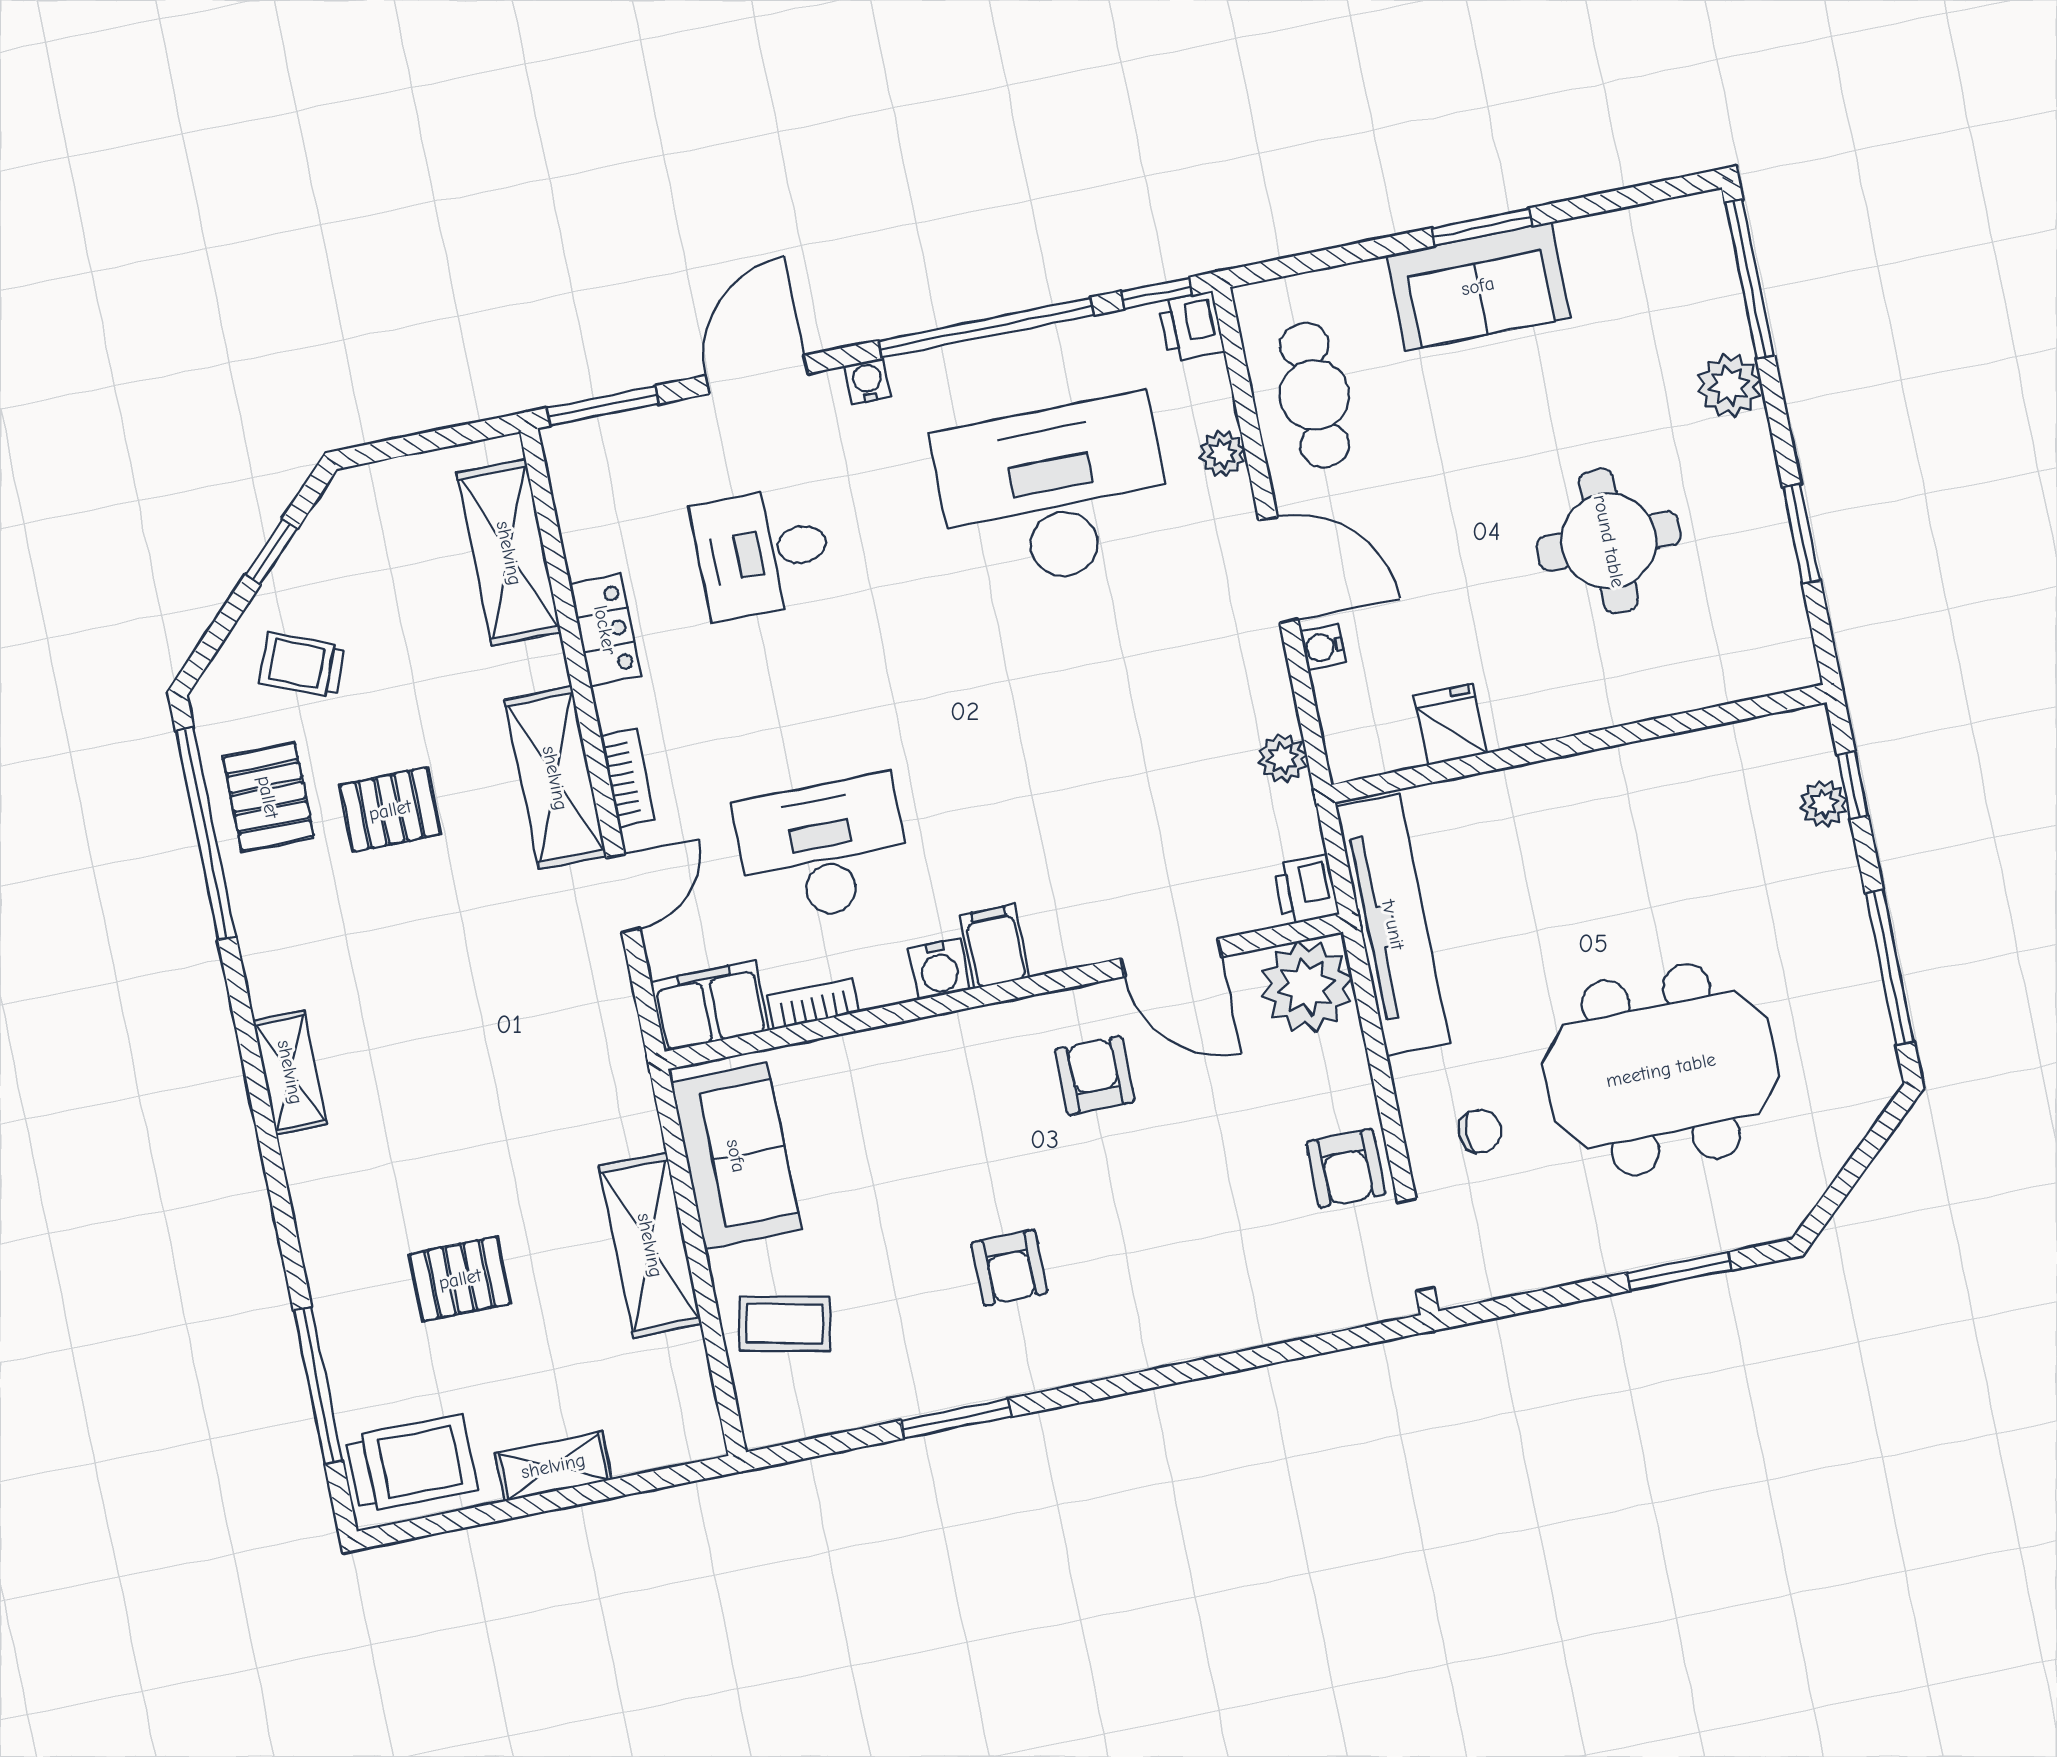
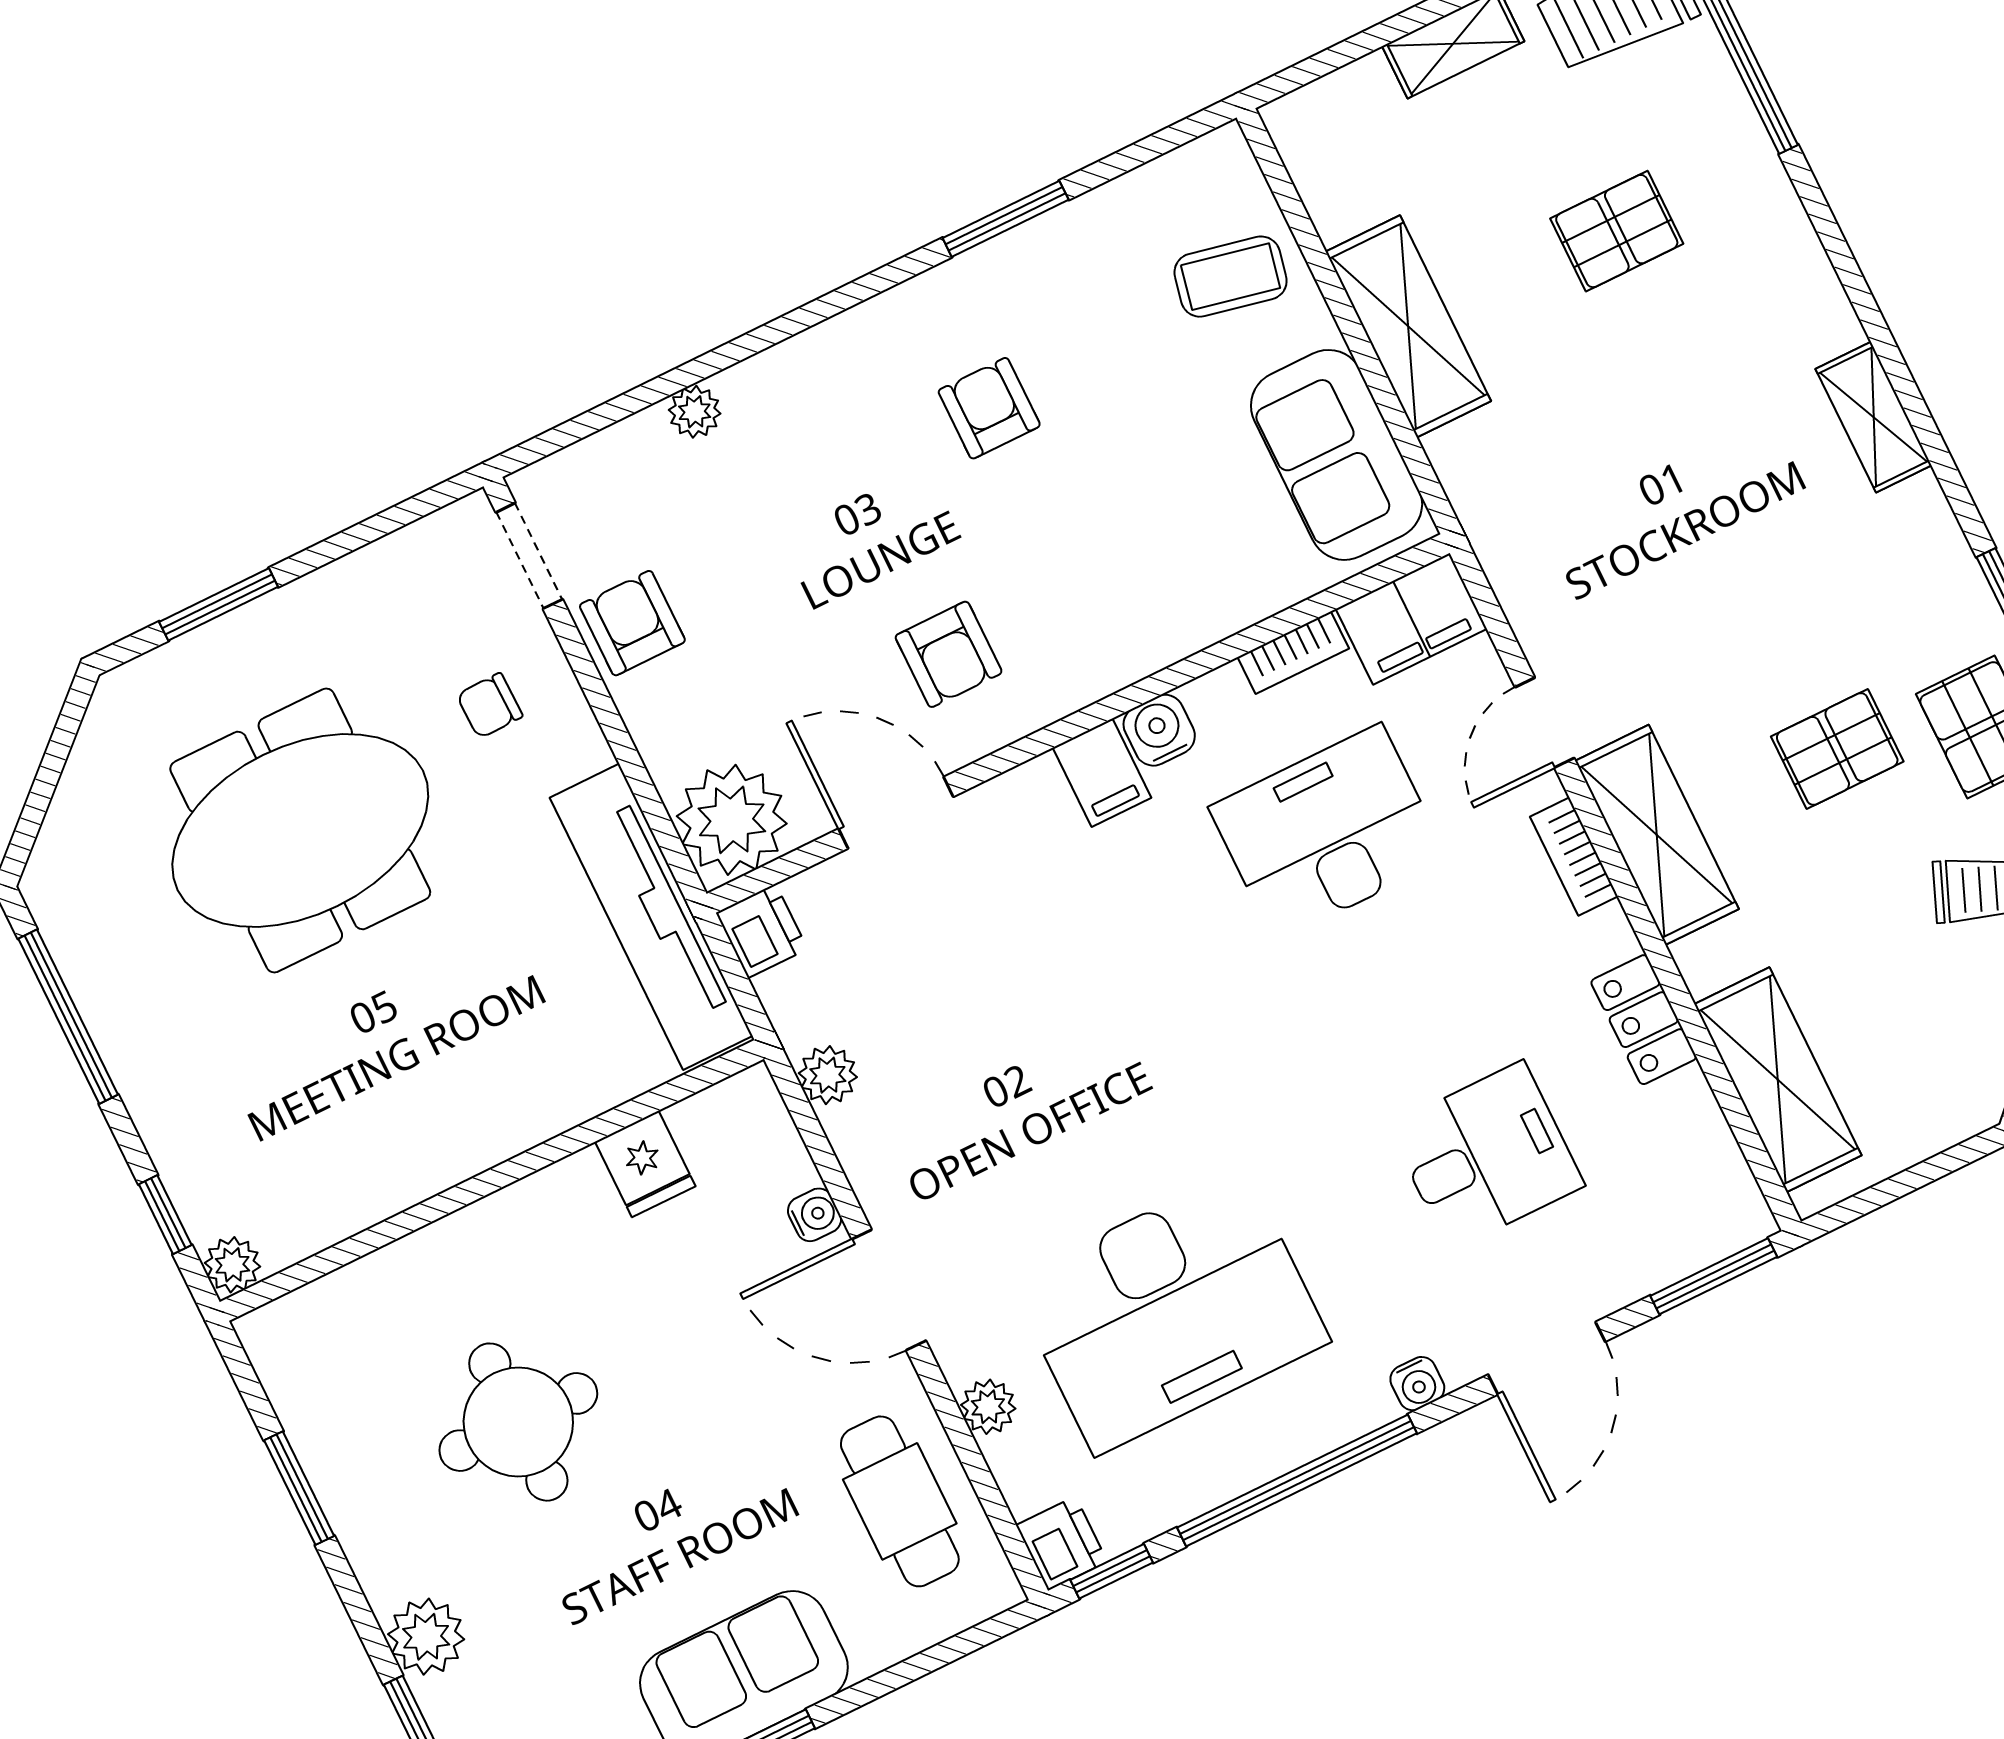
plant: (1823, 804) -> (232, 1265), moved
desk: (823, 849) -> (1328, 833), turned 180
plant: (1250, 1327) -> (695, 412), added

